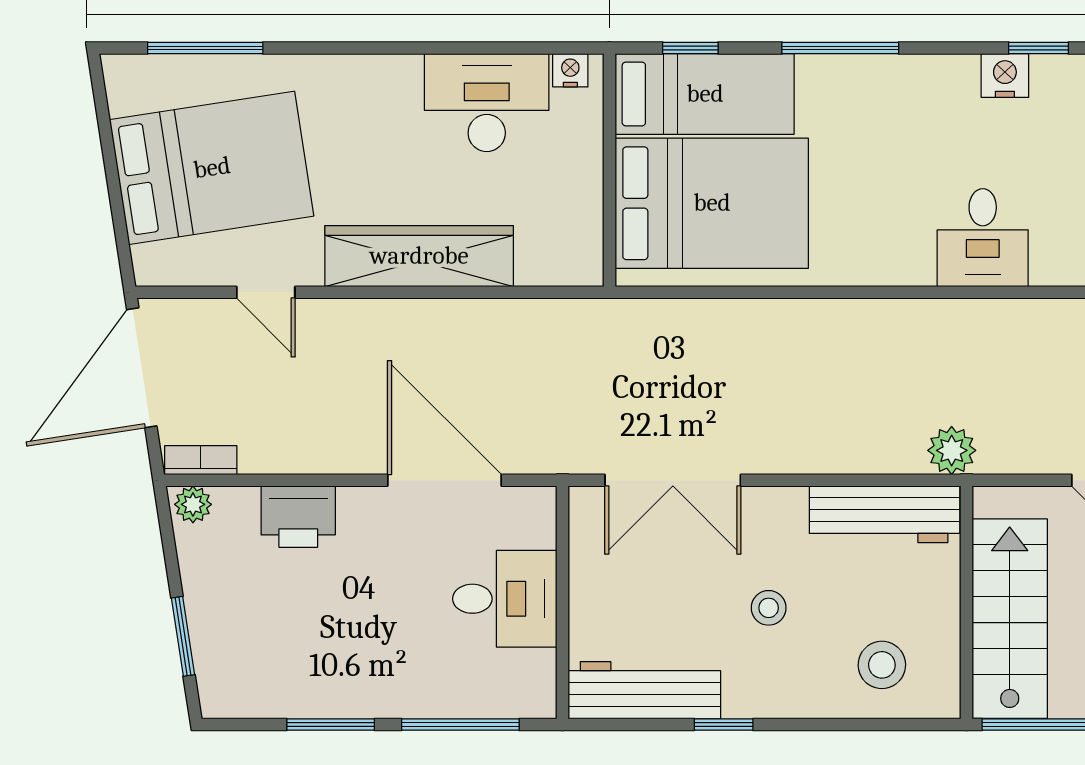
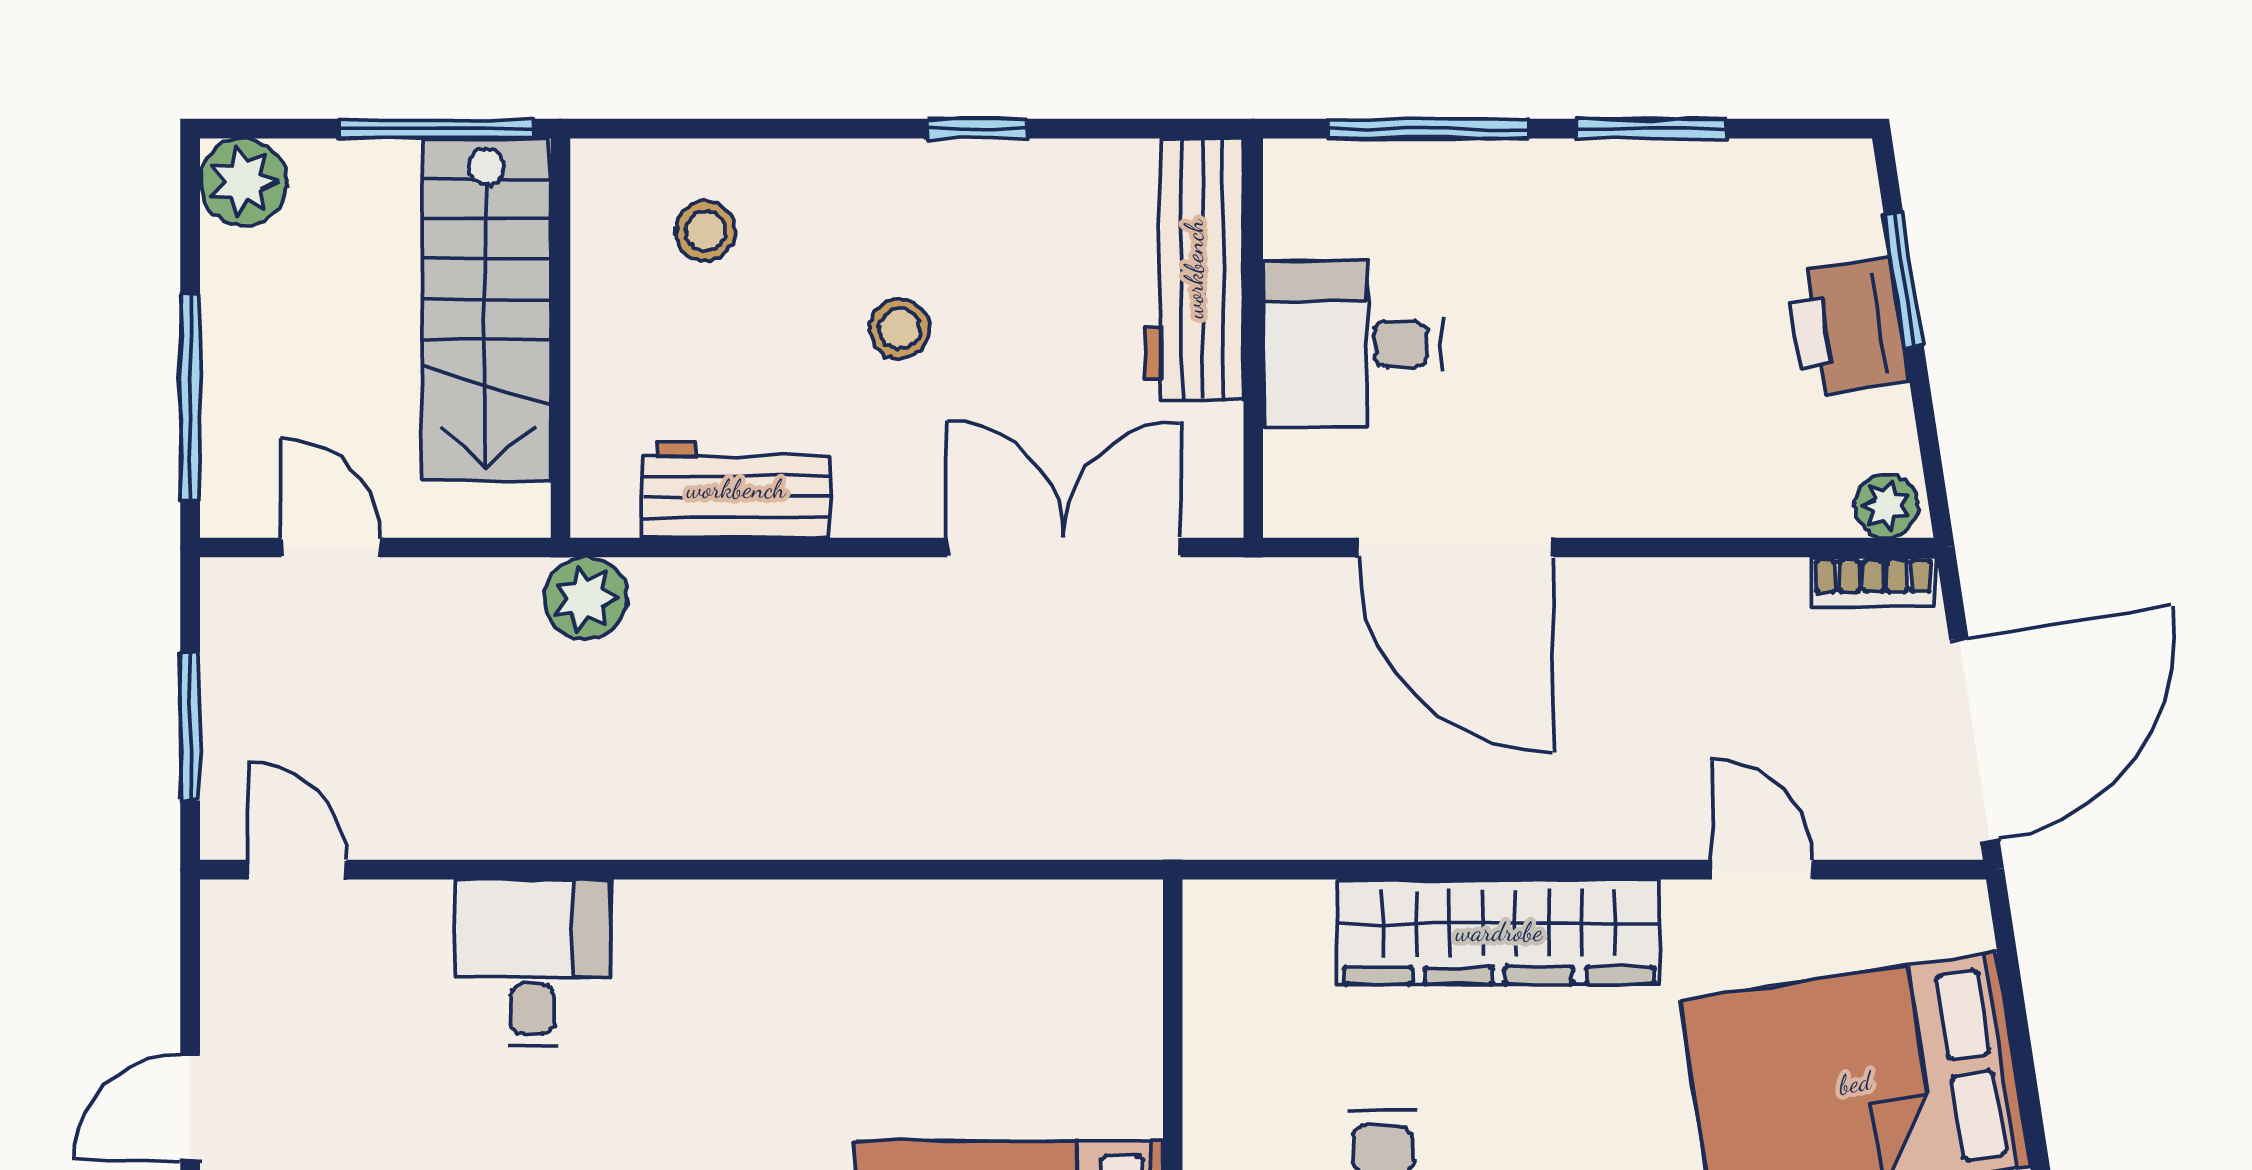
bed: (712, 203) -> (997, 1022), removed
workbench: (885, 514) -> (736, 489), width x0.73
printer: (298, 517) -> (1848, 327), moved, turned -99
stool: (882, 665) -> (706, 231), width x0.73, depth x0.73
workbench: (644, 690) -> (1194, 269), moved, turned 90

